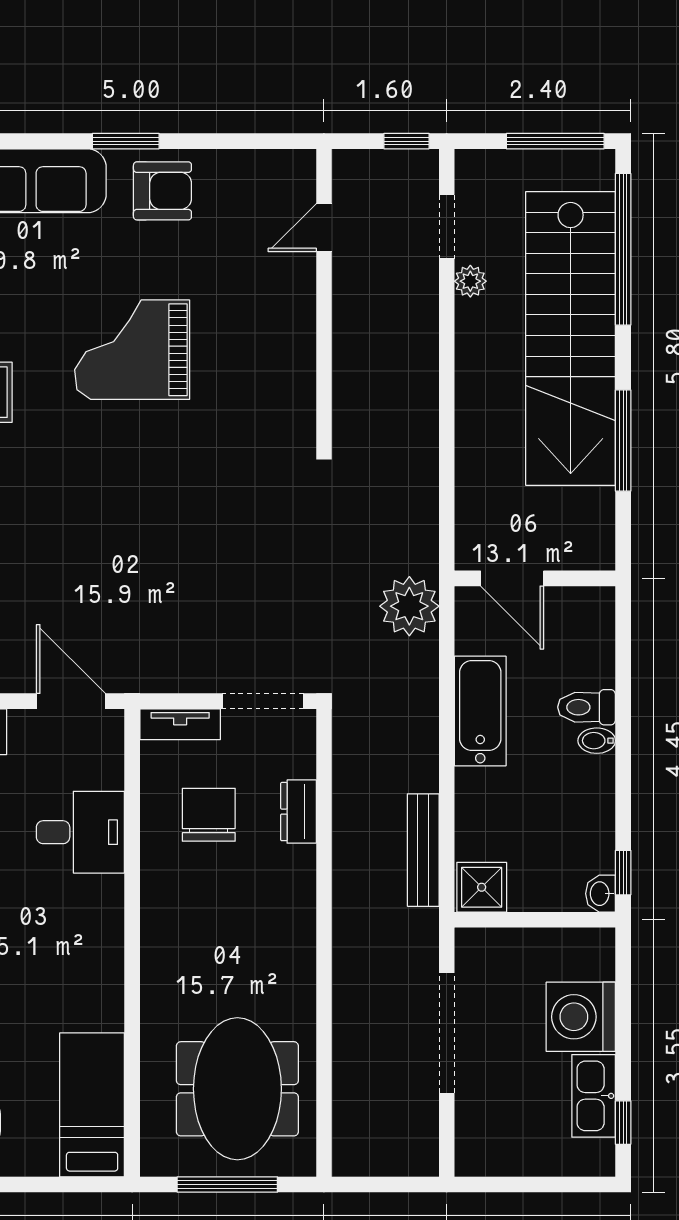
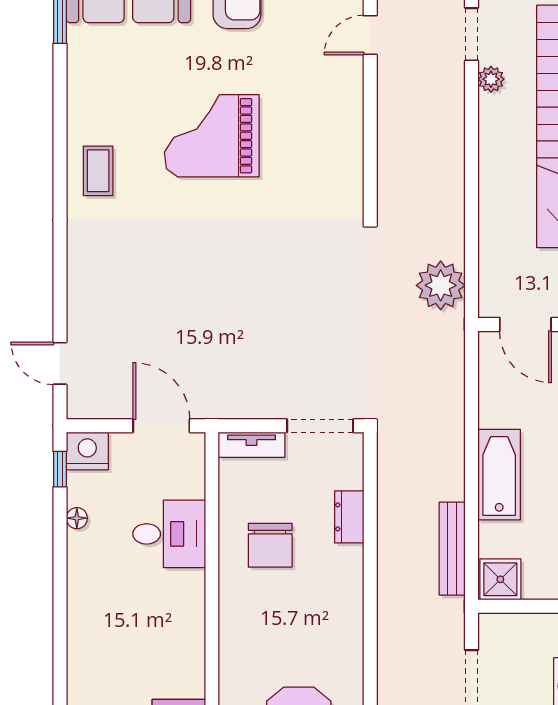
plant: (409, 606) -> (441, 285), moved
bathtub: (480, 711) -> (499, 475), moved
chair: (209, 815) -> (270, 545), moved, turned 180

